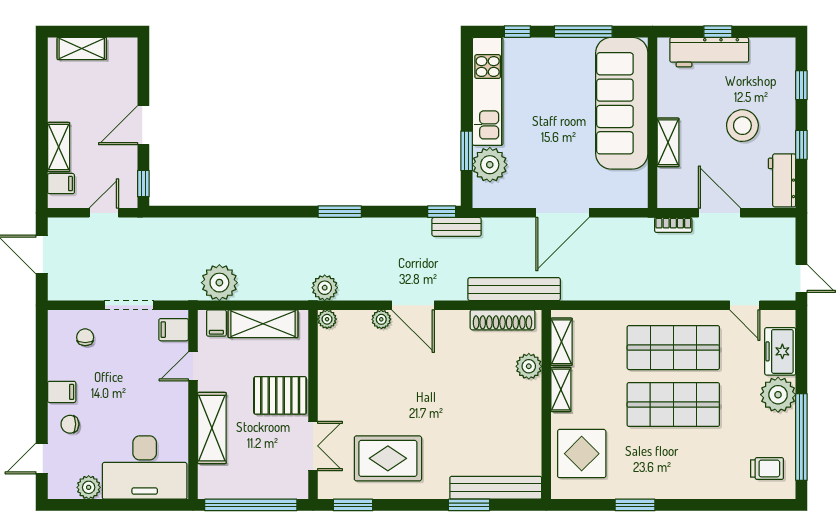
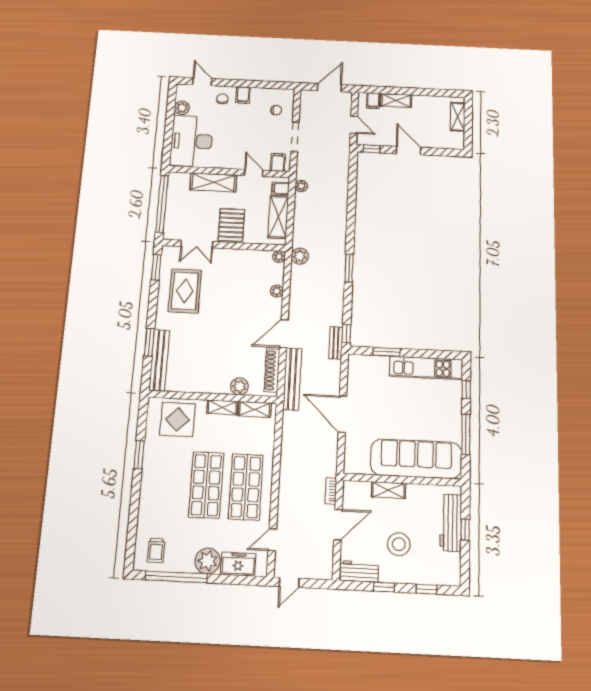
plant: (490, 165) -> (377, 367), removed
plant: (219, 283) -> (301, 186), width x0.53, depth x0.53
door: (413, 305) -> (284, 334), moved

